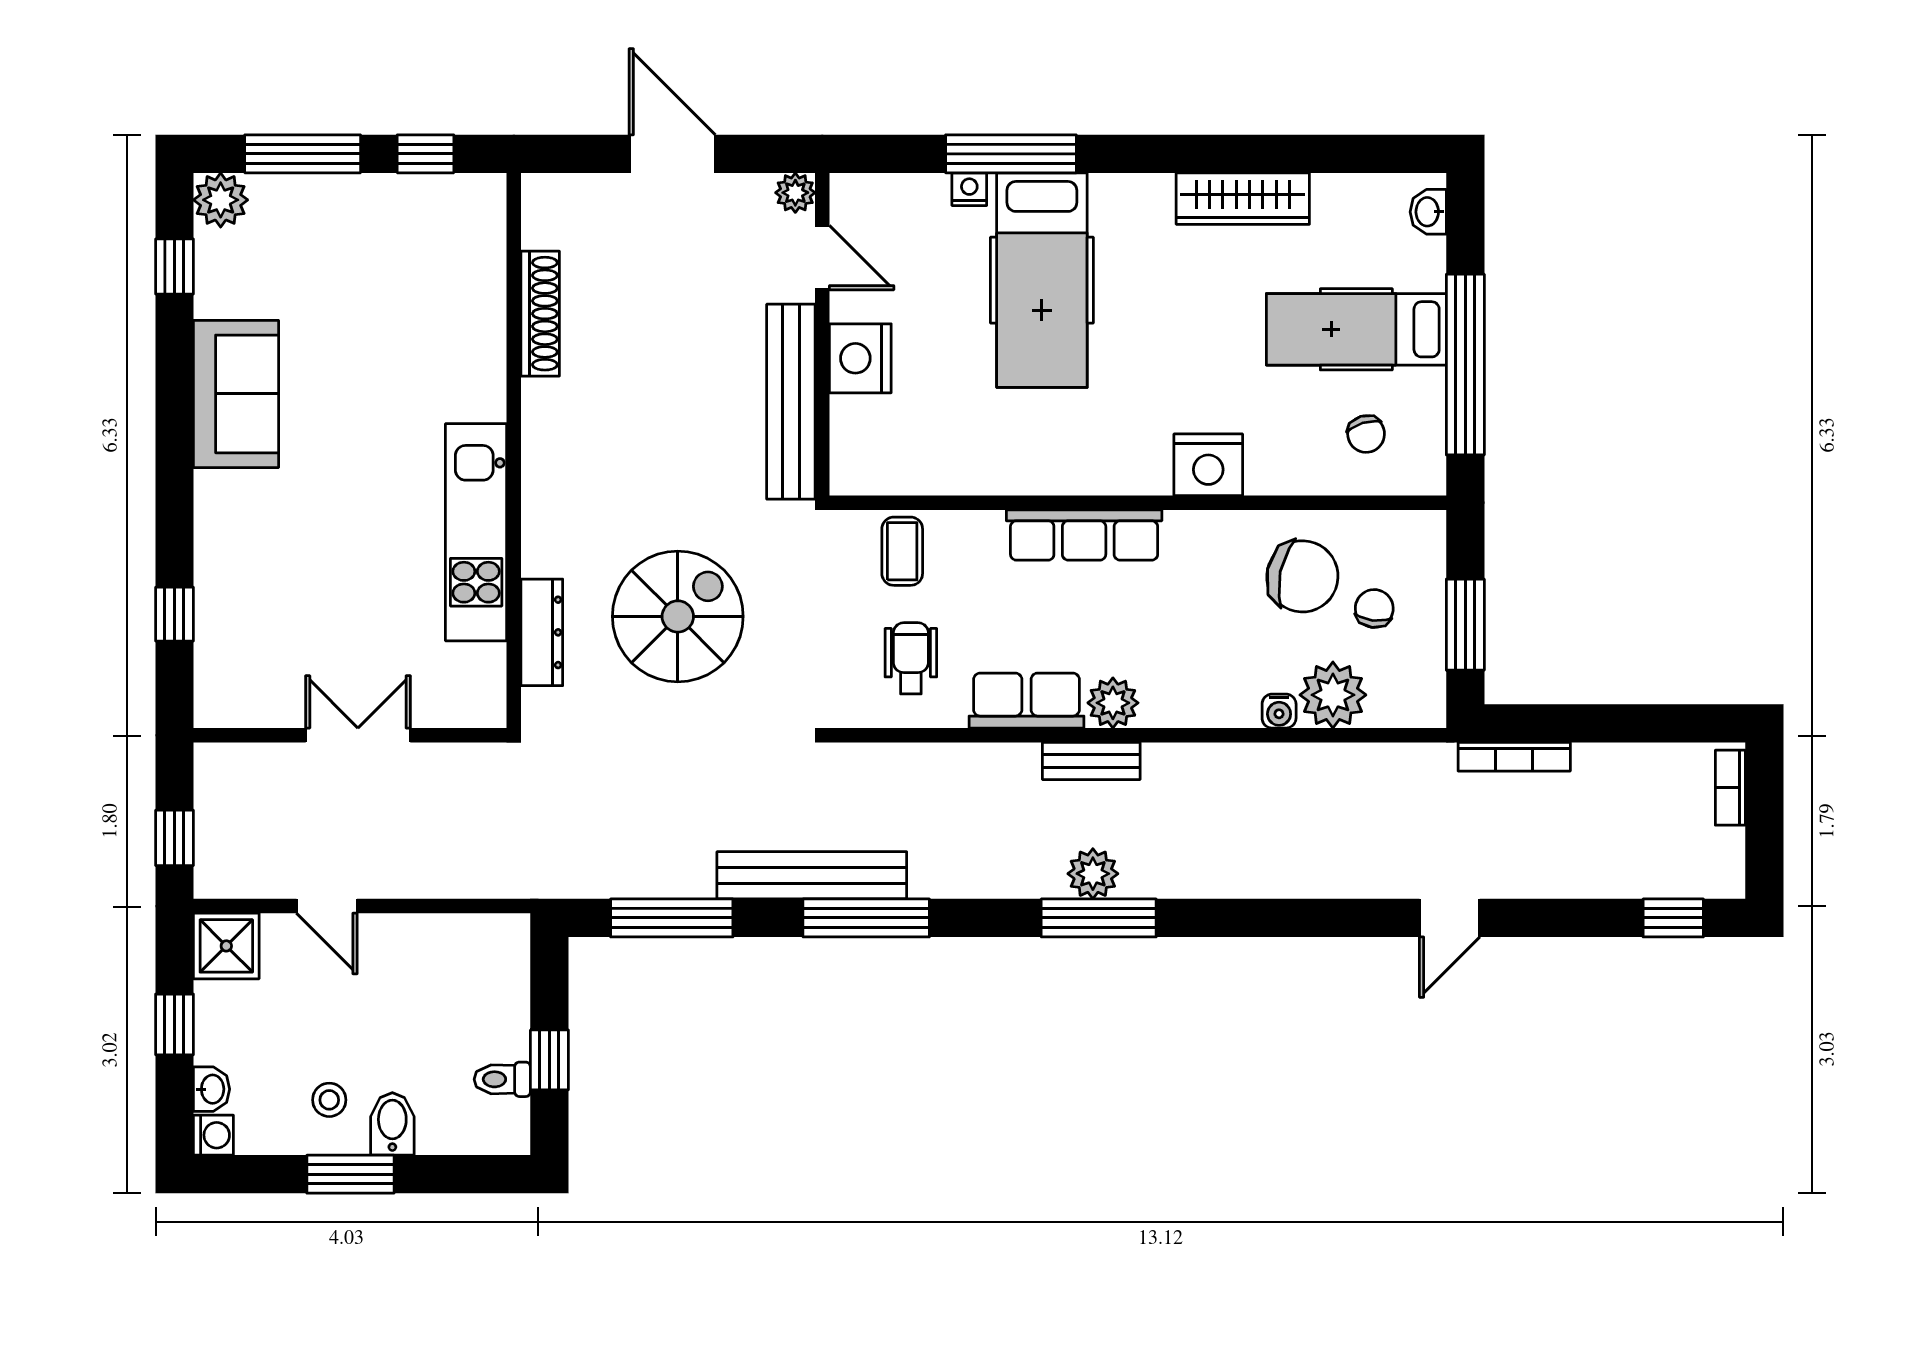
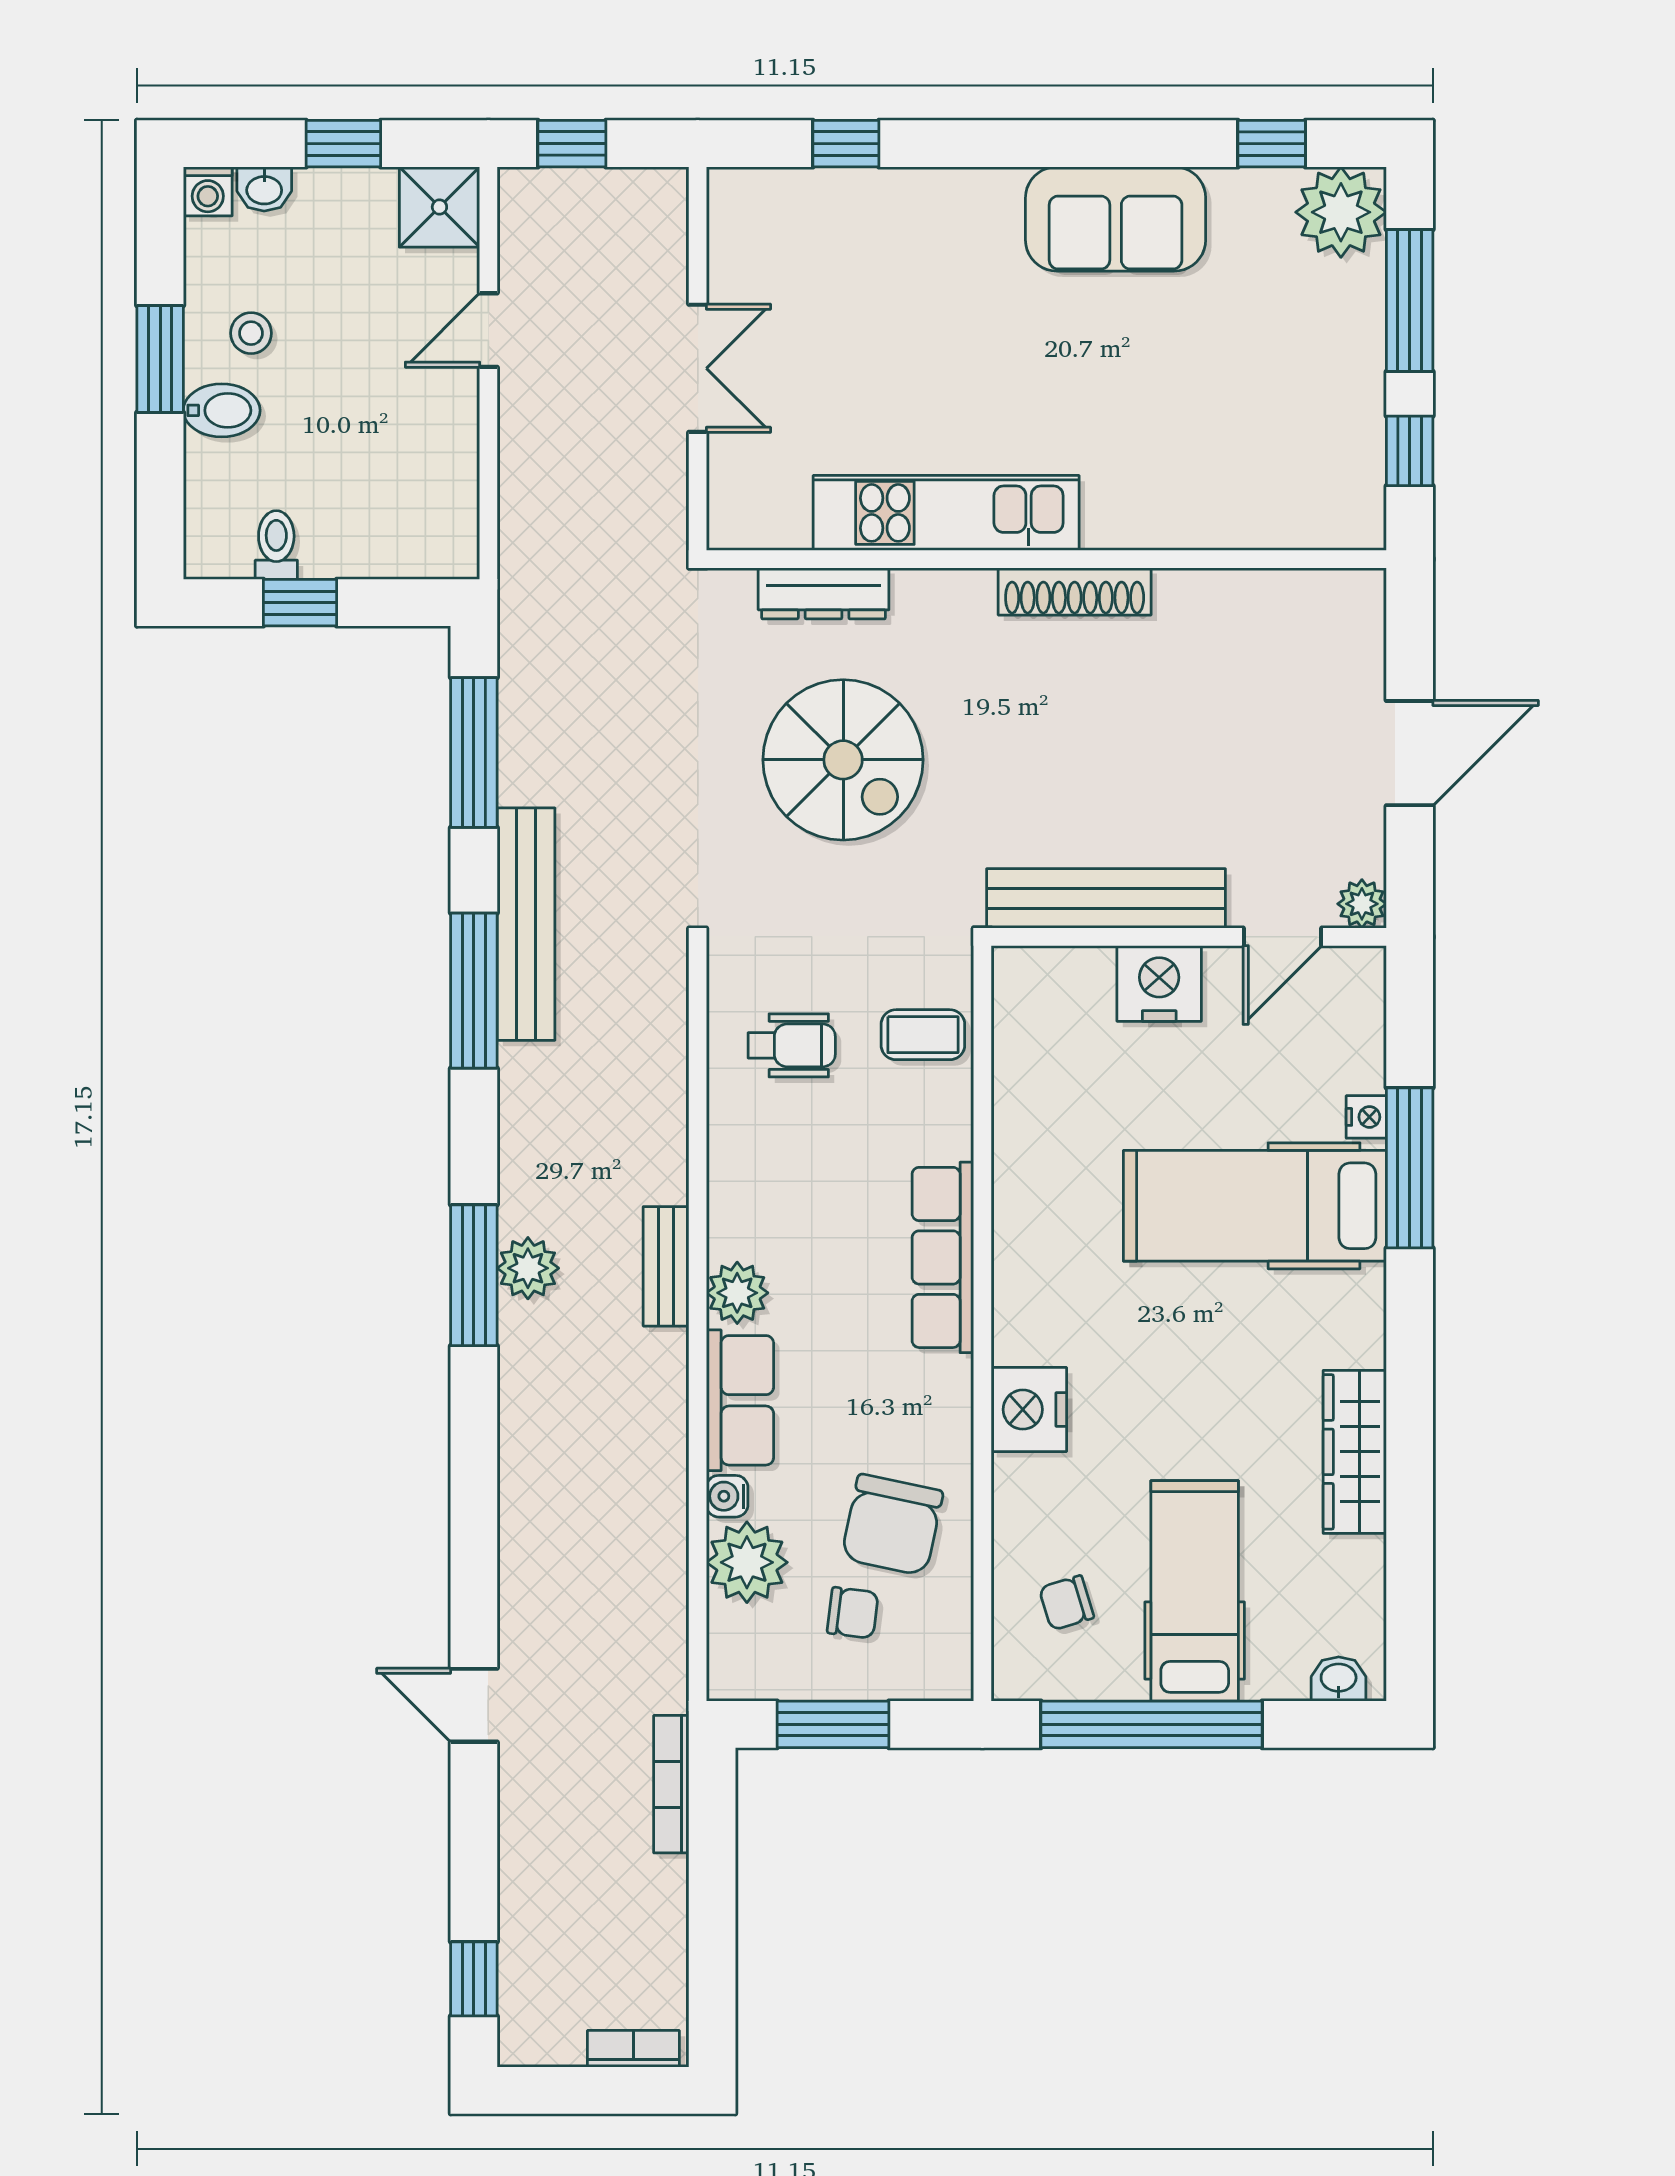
plant: (221, 200) -> (1341, 212), width x1.36, depth x1.36
shoe rack: (540, 314) -> (1075, 591), moved
row of seats: (1026, 701) -> (740, 1400), moved

